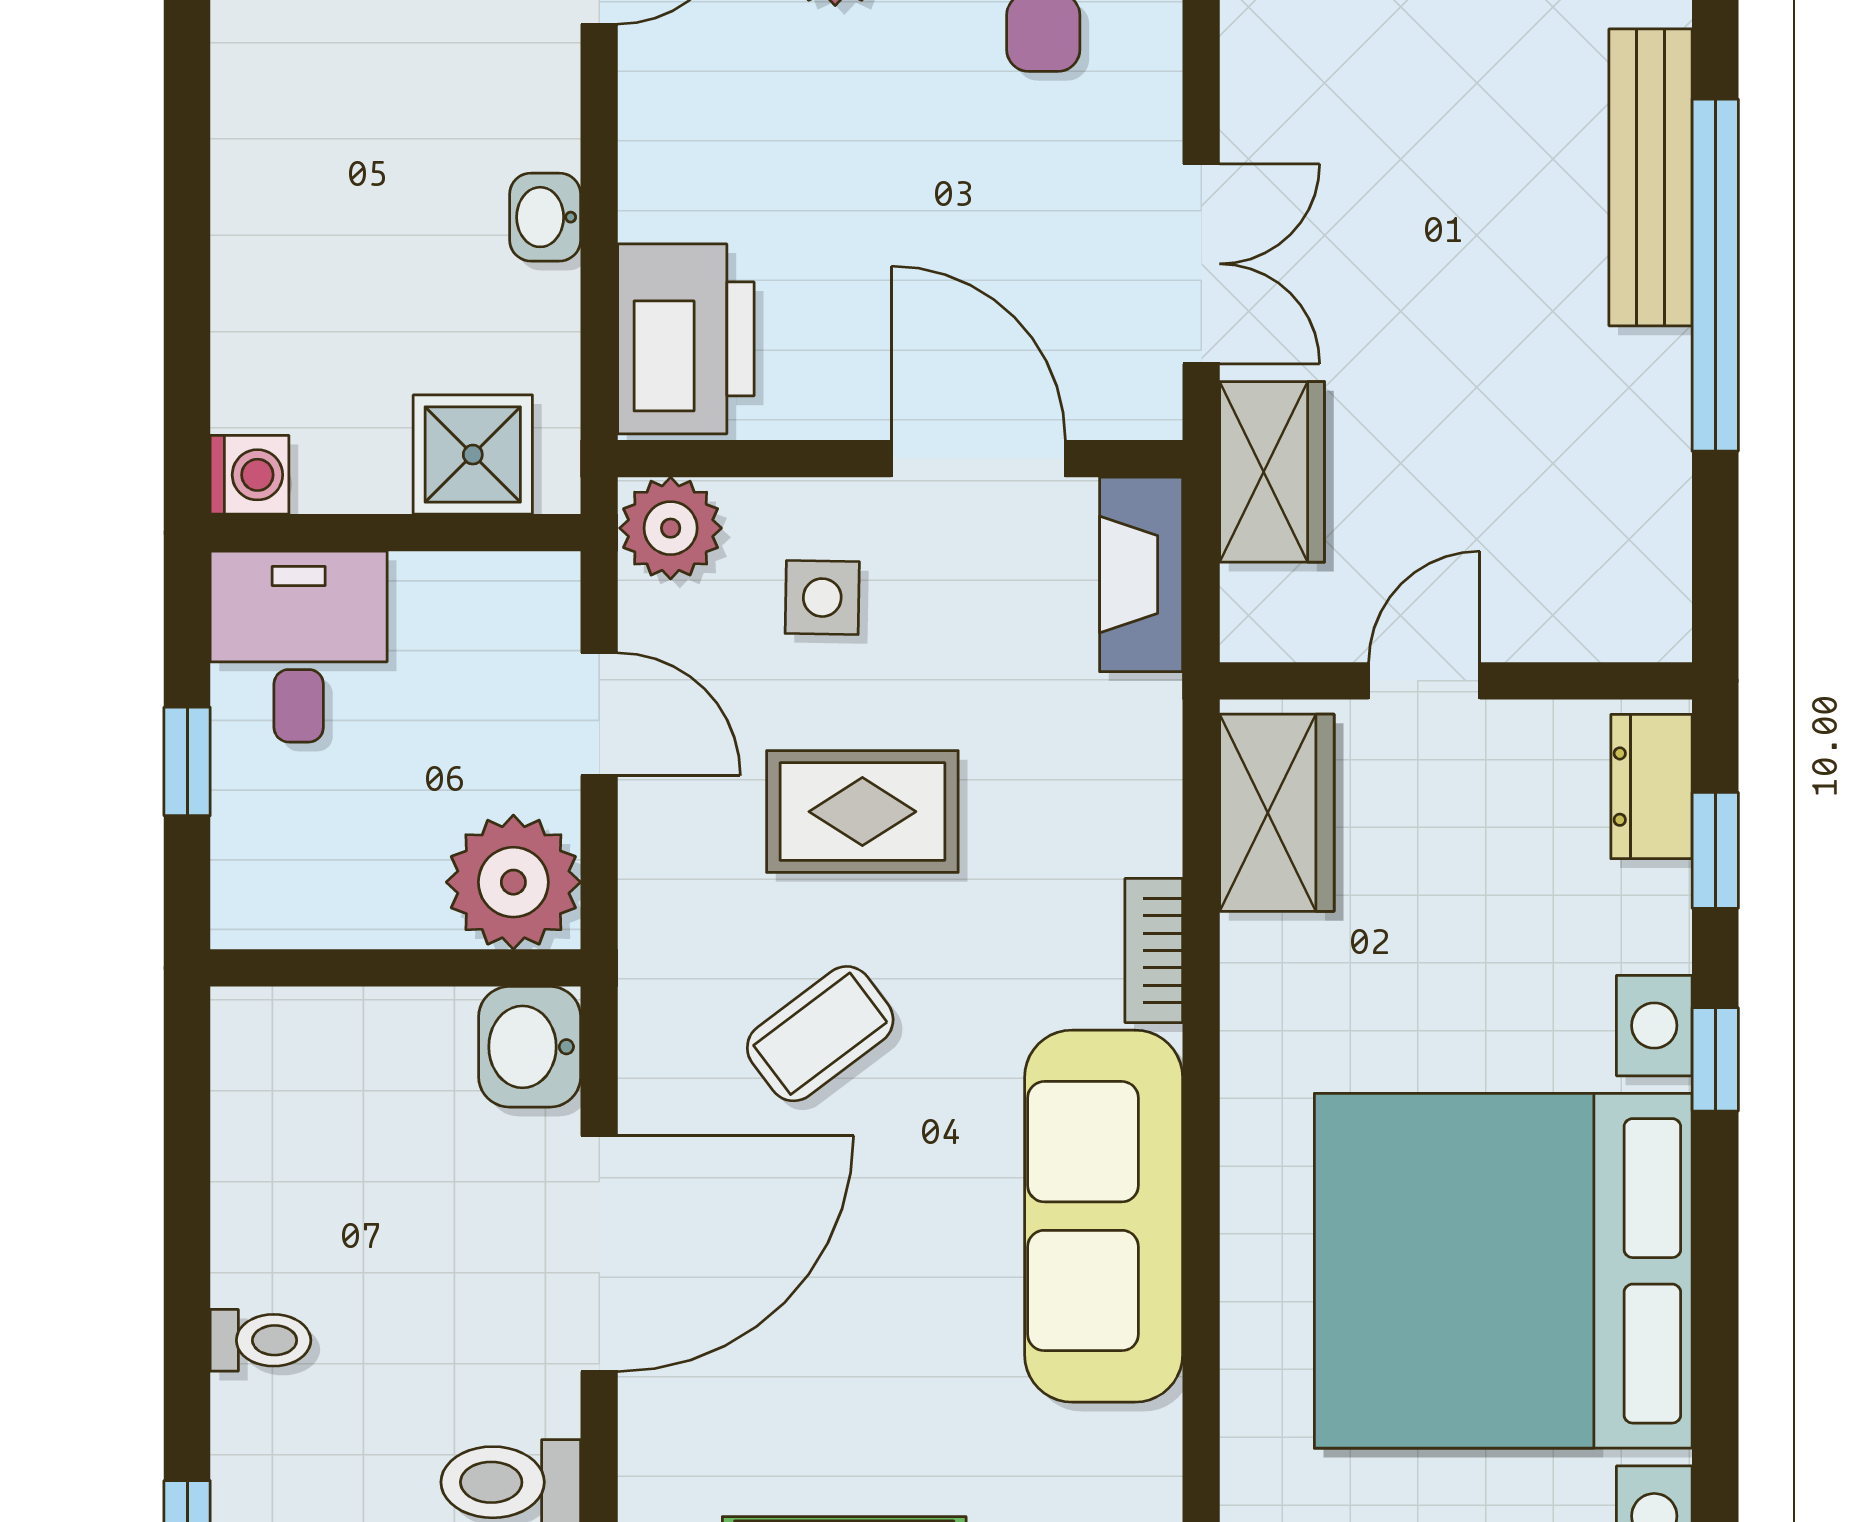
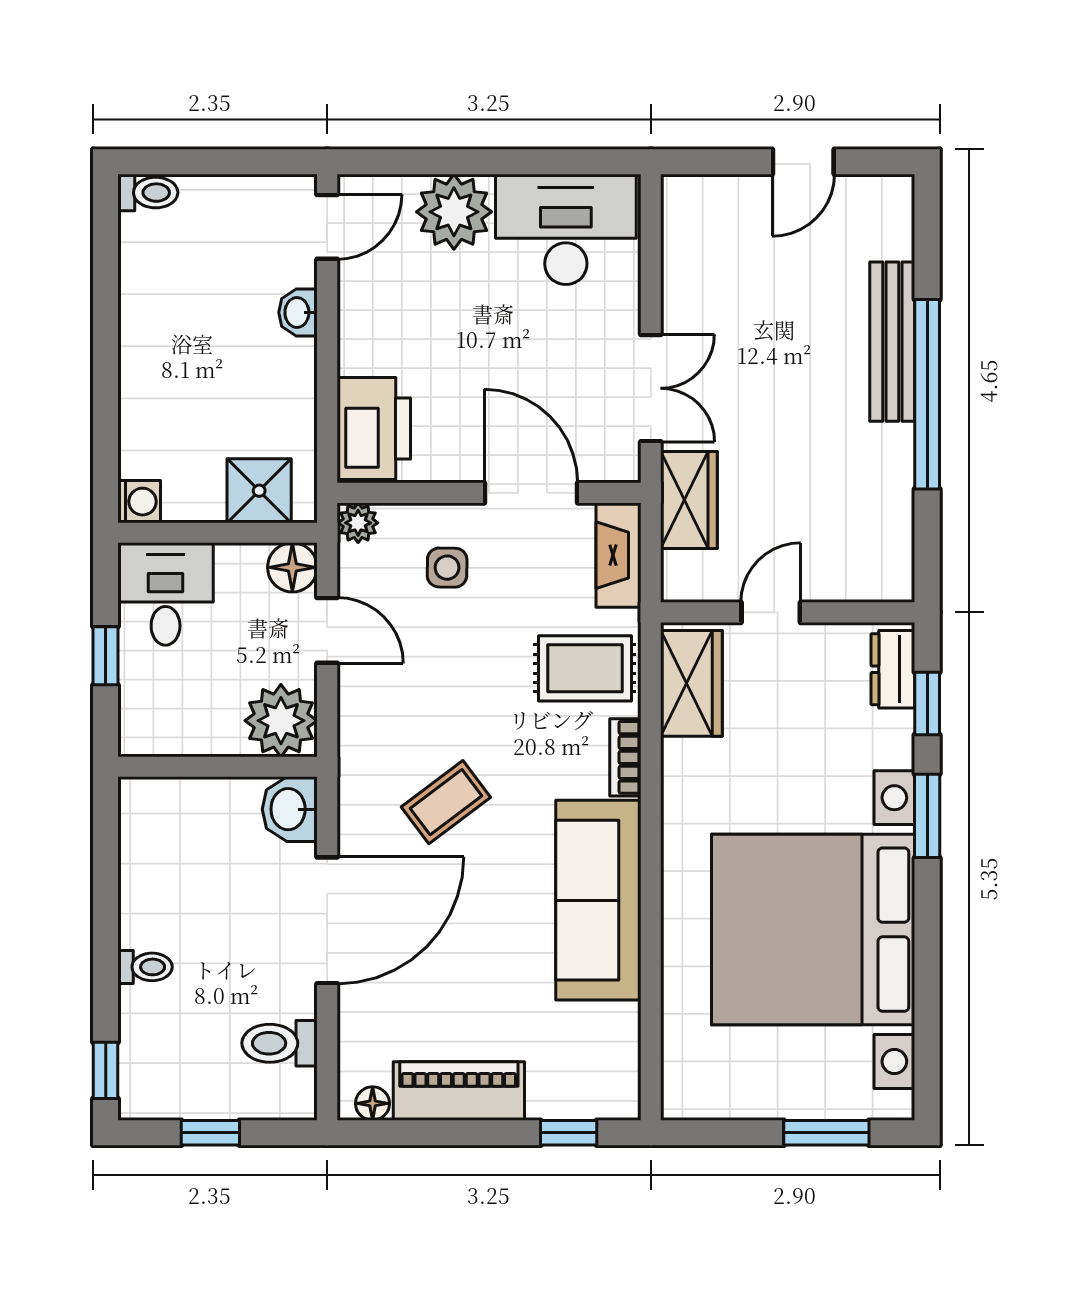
washbasin: (545, 217) -> (298, 312), moved
plant: (671, 528) -> (358, 523), width x0.73, depth x0.73
floor lamp: (535, 597) -> (292, 567), added
rug: (862, 812) -> (585, 668), moved
window: (1715, 1059) -> (927, 816), width x1.50

